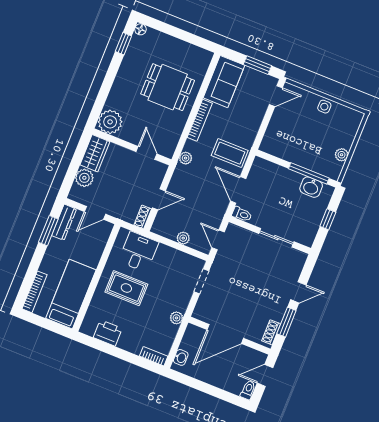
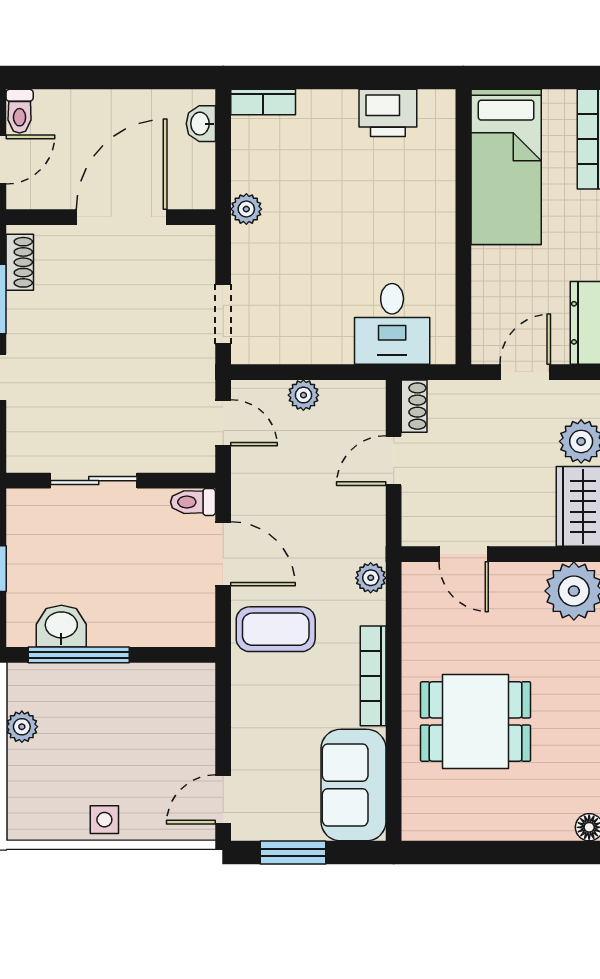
rug: (126, 288) -> (386, 231), removed

